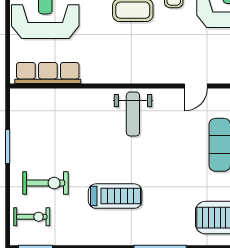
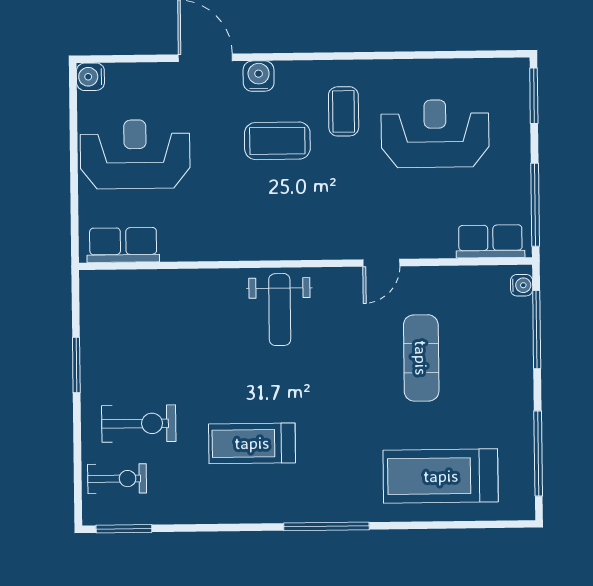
row of seats: (48, 73) -> (123, 245), width x0.68
treadmill: (115, 196) -> (252, 443), turned 180

